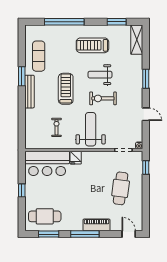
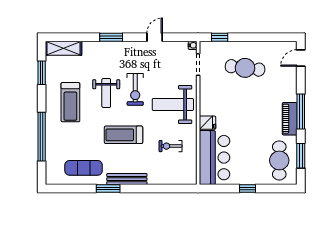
piano: (96, 225) -> (290, 119), moved

